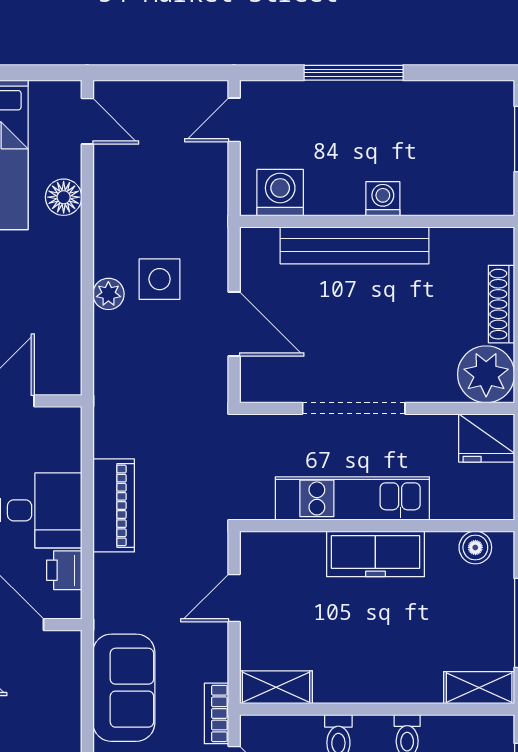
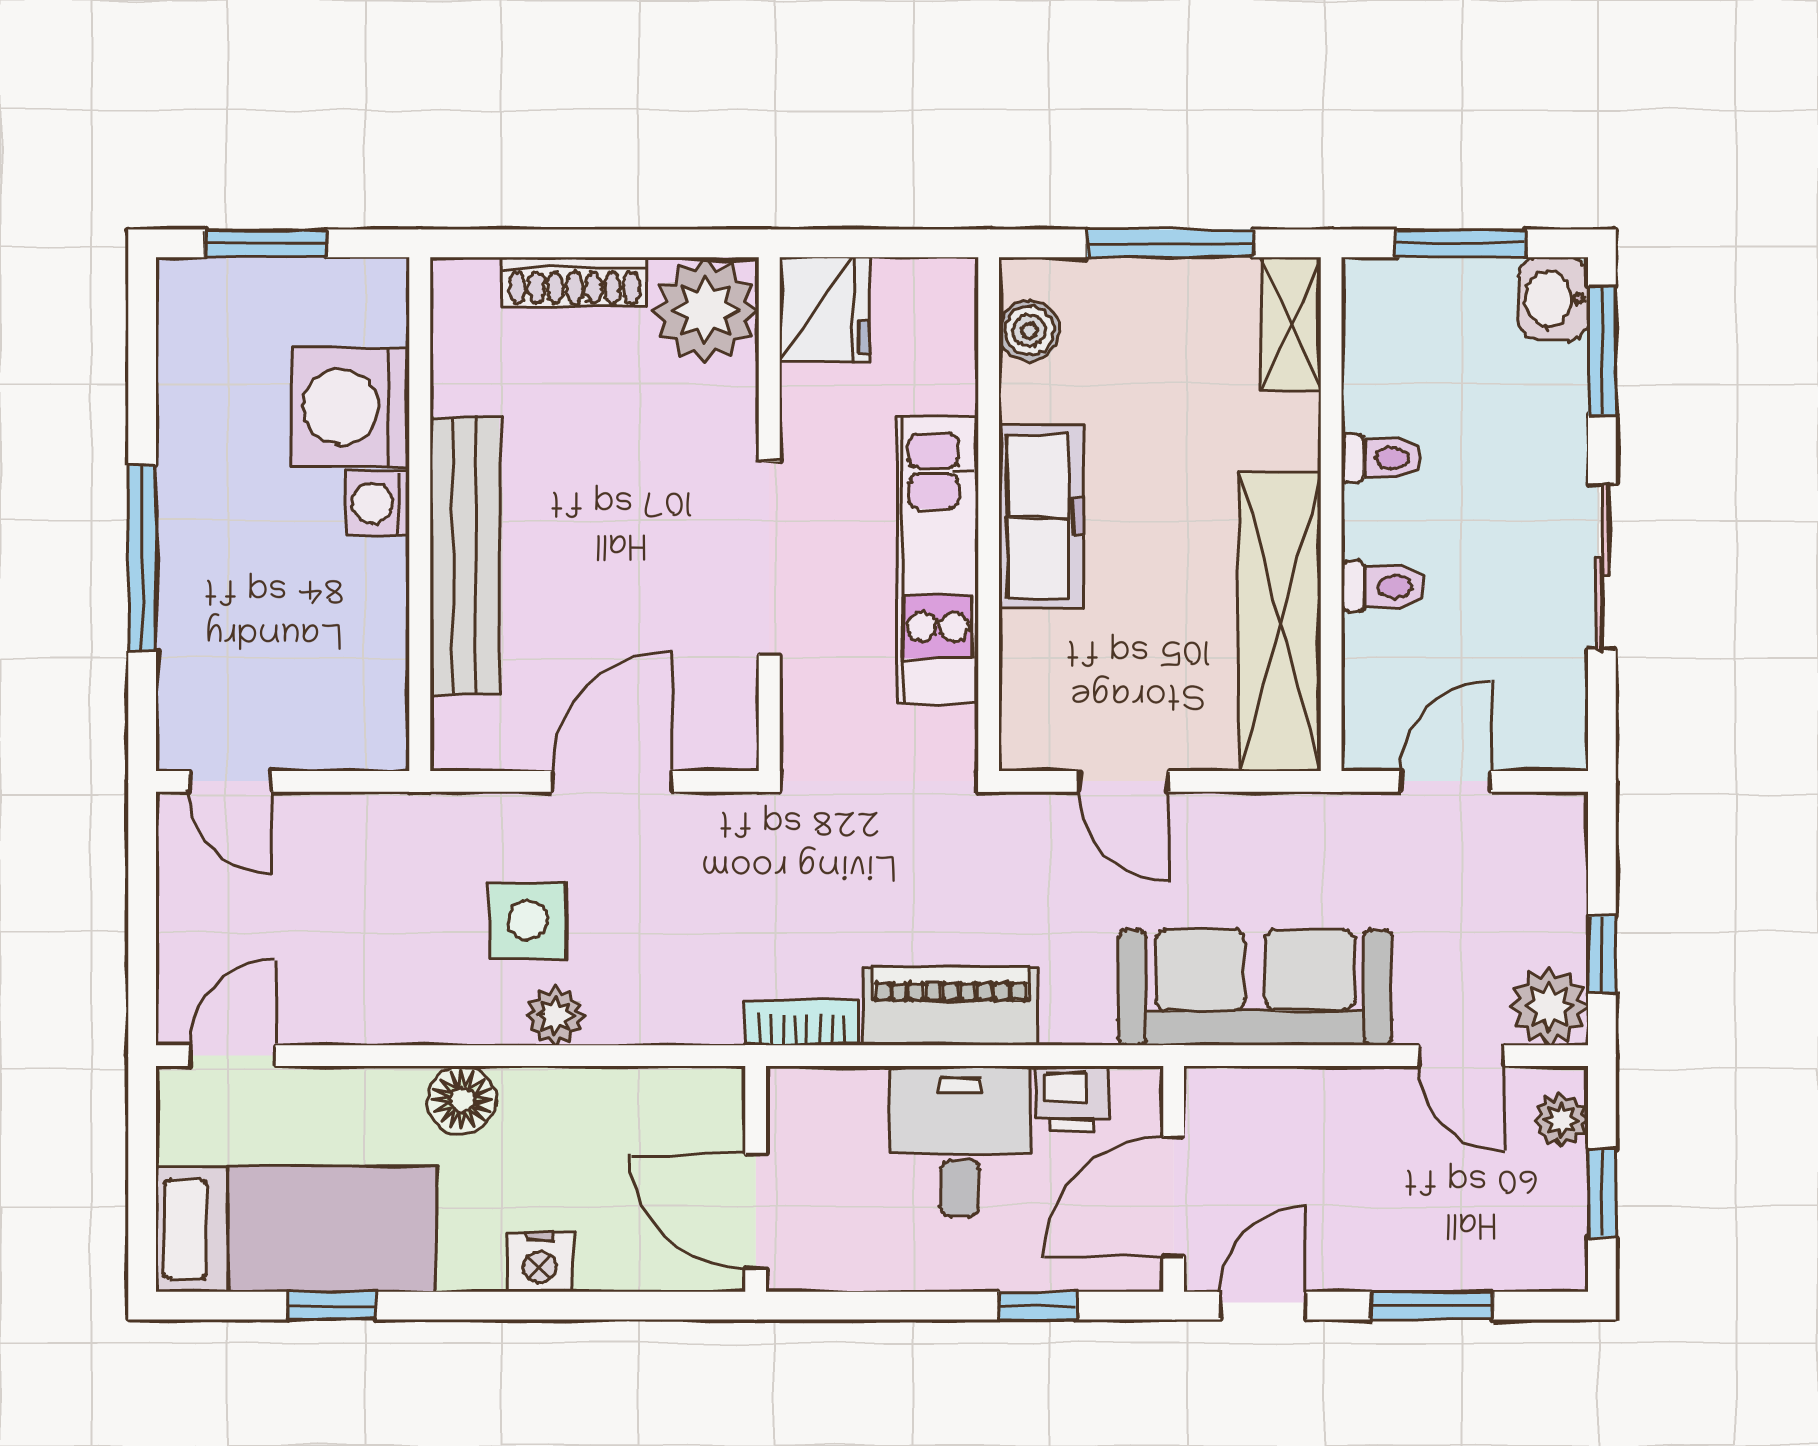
washing machine: (280, 193) -> (350, 407), moved, width x1.37, depth x1.37
floor lamp: (64, 197) -> (462, 1100), moved
shelving: (276, 687) -> (1280, 621), width x2.20, depth x1.33
sofa: (124, 688) -> (1255, 987), width x1.36
bookcase: (216, 713) -> (802, 1023), moved, turned 180

